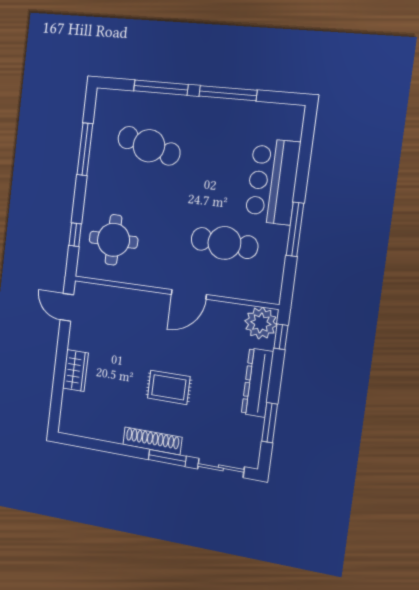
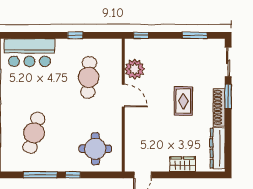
bar counter: (273, 181) -> (29, 53), moved
window: (295, 229) -> (75, 35), width x0.46
window: (75, 235) -> (73, 175), moved
plant: (261, 323) -> (135, 69), moved
dresser: (257, 383) -> (218, 148), moved, turned 90

